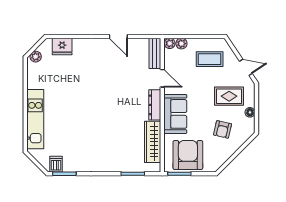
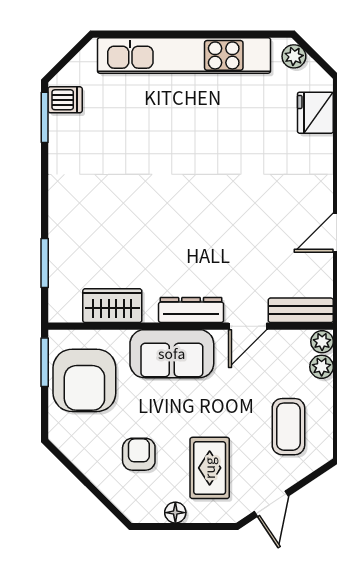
kitchen unit: (35, 119) -> (184, 55), width x1.36
armchair: (223, 129) -> (139, 454), turned 77
wardrobe: (153, 142) -> (112, 306), width x0.67
armchair: (188, 155) -> (84, 380), turned 90

